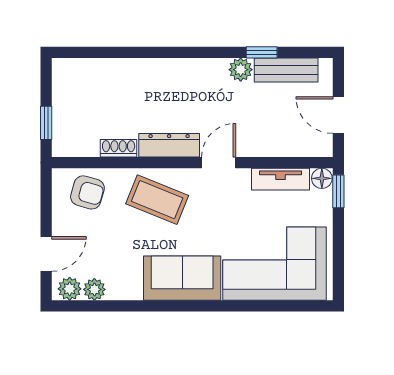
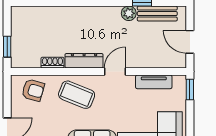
floor lamp: (322, 178) -> (180, 81), removed

